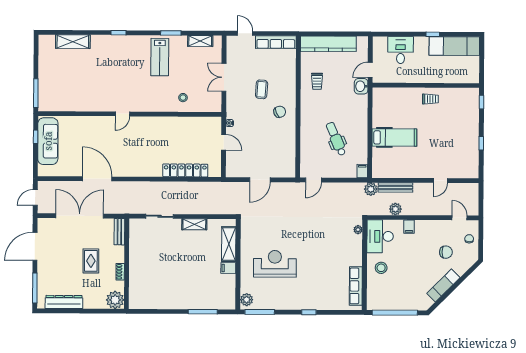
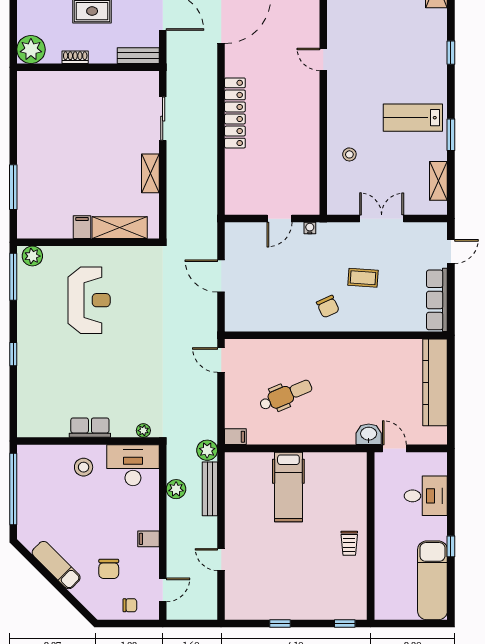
trolley: (317, 81) -> (376, 365), removed
locker: (185, 170) -> (235, 113), moved
filing cabinet: (409, 227) -> (148, 539), moved
row of seats: (356, 286) -> (90, 428), moved, width x0.68

